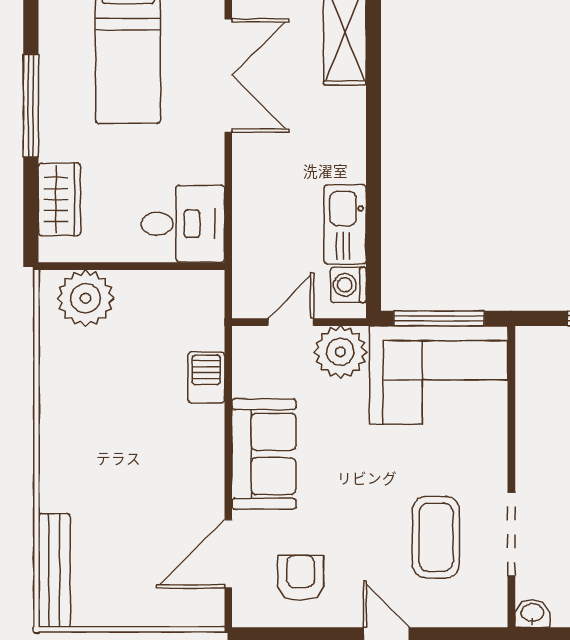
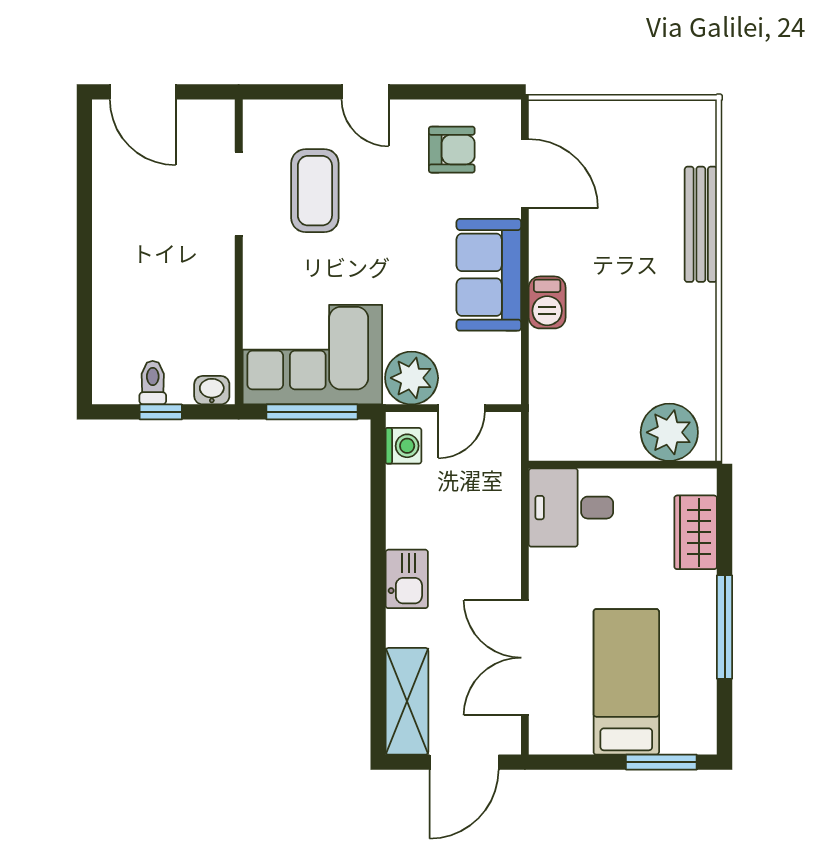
kitchen sink: (345, 224) -> (407, 579), moved, width x0.73
barbecue: (206, 377) -> (547, 302), moved
door: (228, 554) -> (525, 174), hinge flipped
bench: (54, 570) -> (701, 224), moved
armchair: (301, 578) -> (452, 150), turned -90
washbasin: (532, 613) -> (212, 390), moved, turned 180

